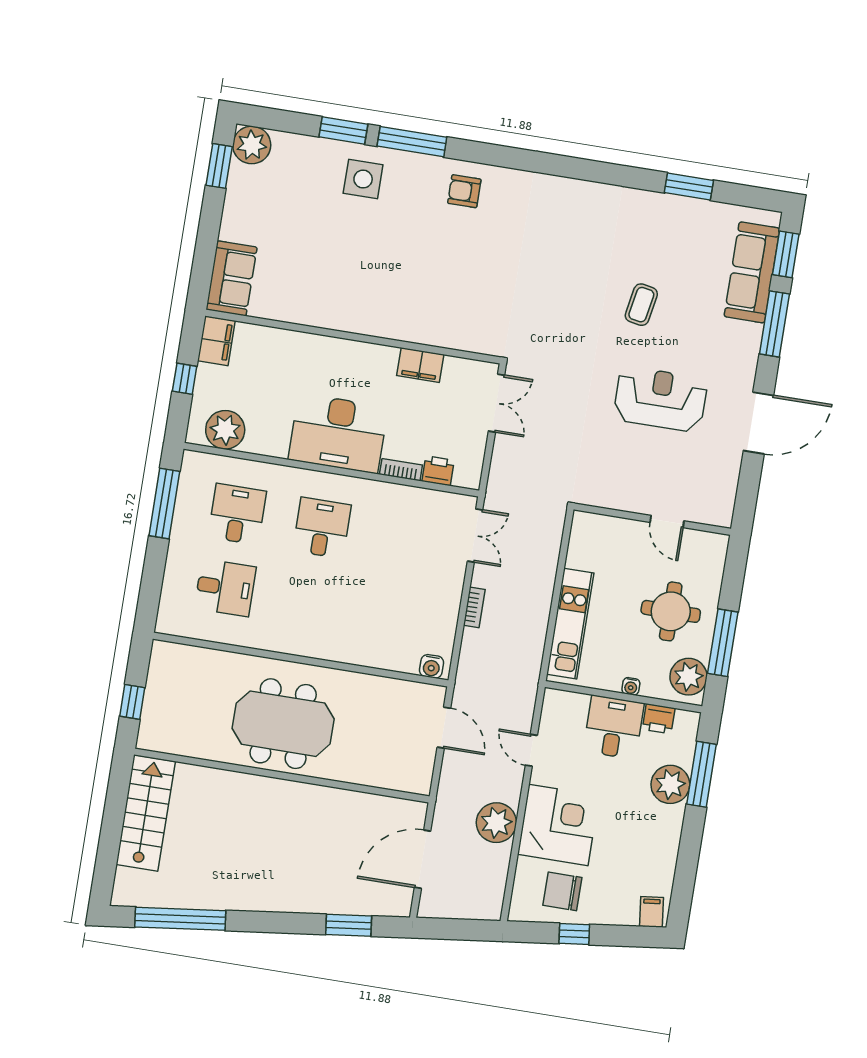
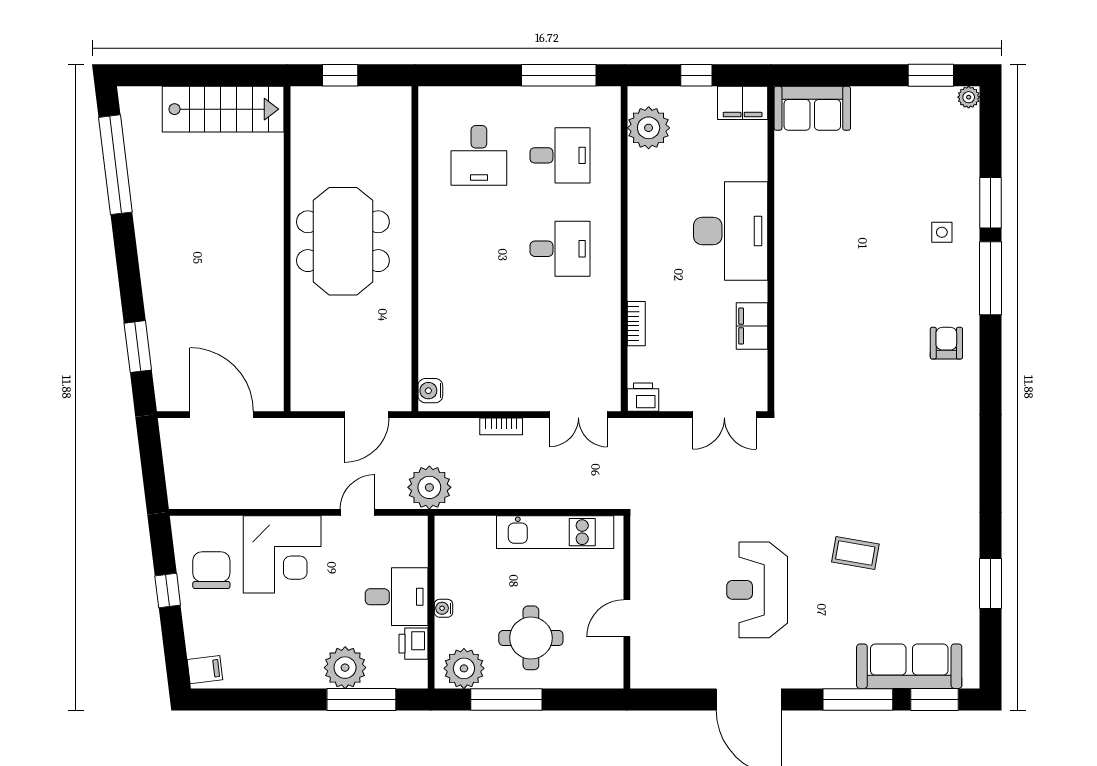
plant: (252, 145) -> (969, 97), width x0.53, depth x0.53
side table: (363, 179) -> (942, 232), width x0.54, depth x0.54
reception desk: (660, 399) -> (757, 590), turned 180
desk: (338, 433) -> (731, 231), moved, turned 180
printer: (438, 471) -> (643, 397), moved, turned -90
kitchen unit: (570, 624) -> (555, 532), moved
plant: (496, 823) -> (429, 487), moved

